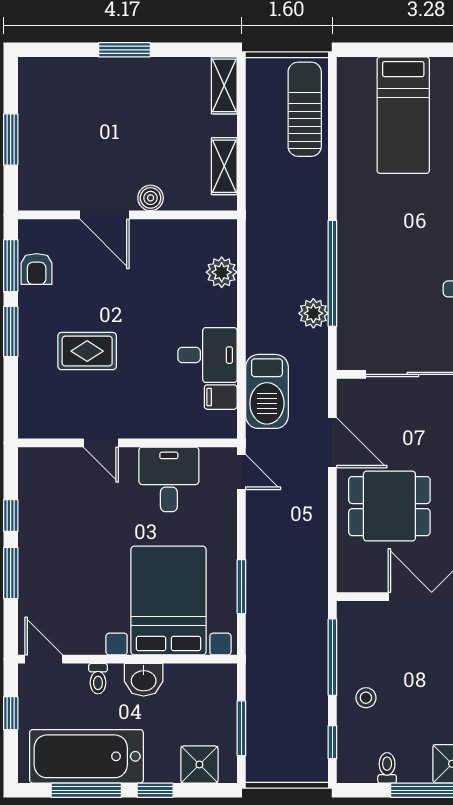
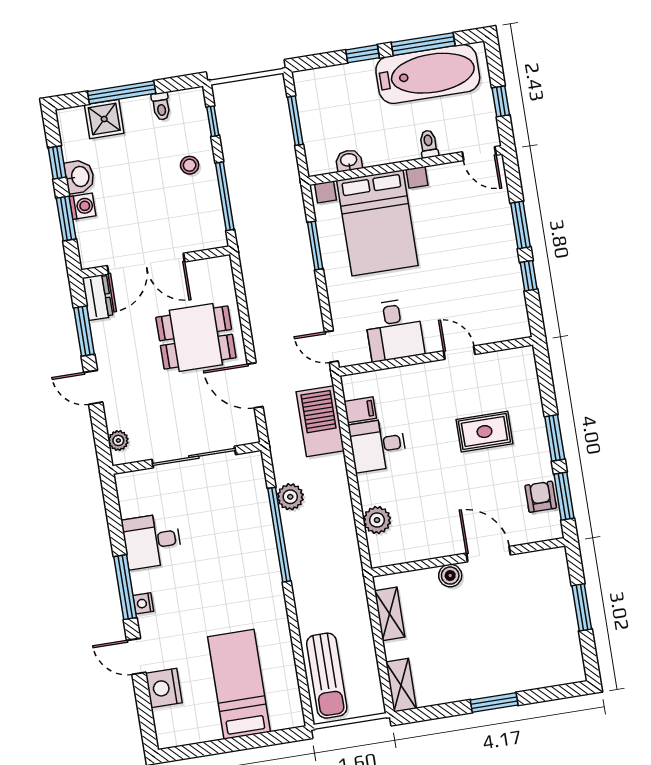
washbasin: (144, 680) -> (349, 160), moved, width x0.72, depth x0.69
shower: (199, 764) -> (327, 83), removed

